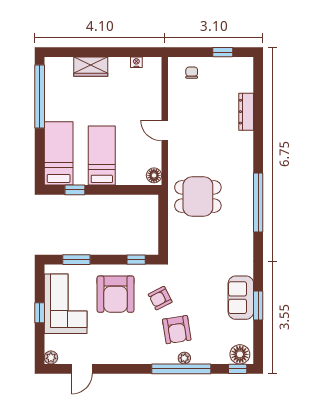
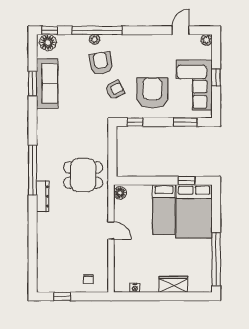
dresser: (246, 112) -> (43, 196), moved
bed: (59, 153) -> (194, 211), width x1.50
sofa: (241, 298) -> (47, 84), width x1.36

